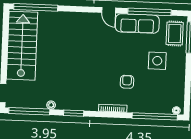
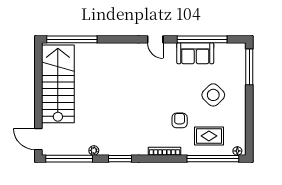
sofa: (137, 23) -> (195, 53), width x0.73
rug: (175, 33) -> (209, 136), moved, turned 90
side table: (157, 61) -> (213, 95), turned 45

